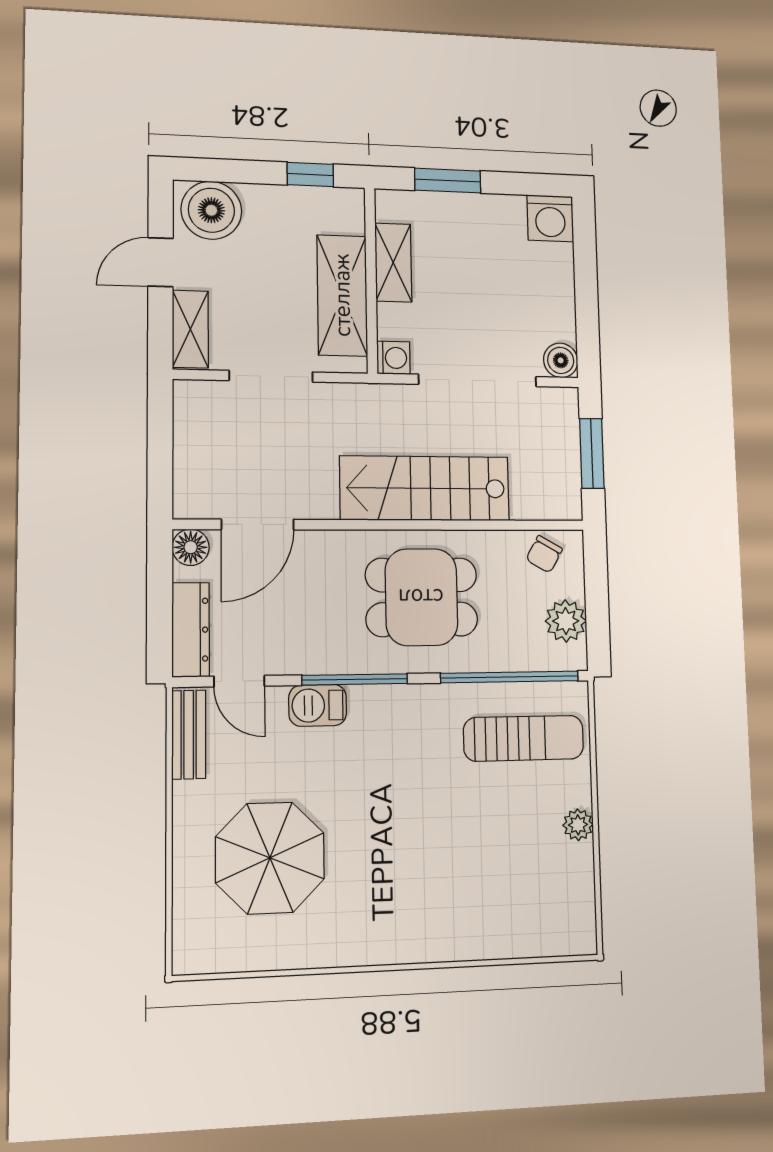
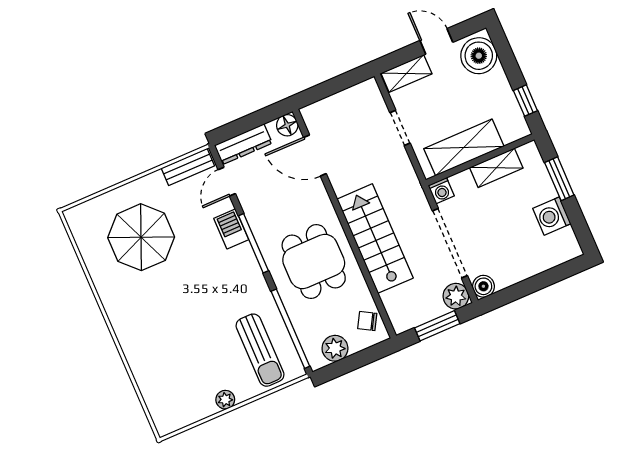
washing machine: (550, 218) -> (552, 216), moved
doorway: (271, 376) -> (400, 128), width x0.73
plant: (559, 407) -> (456, 296), added

